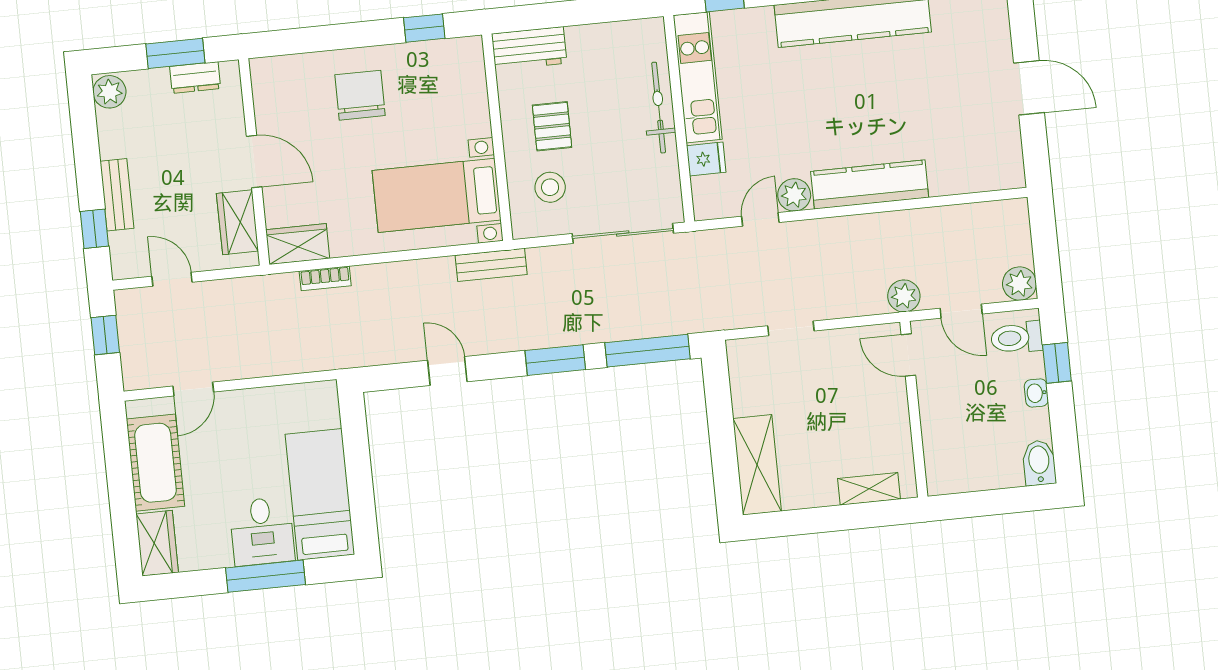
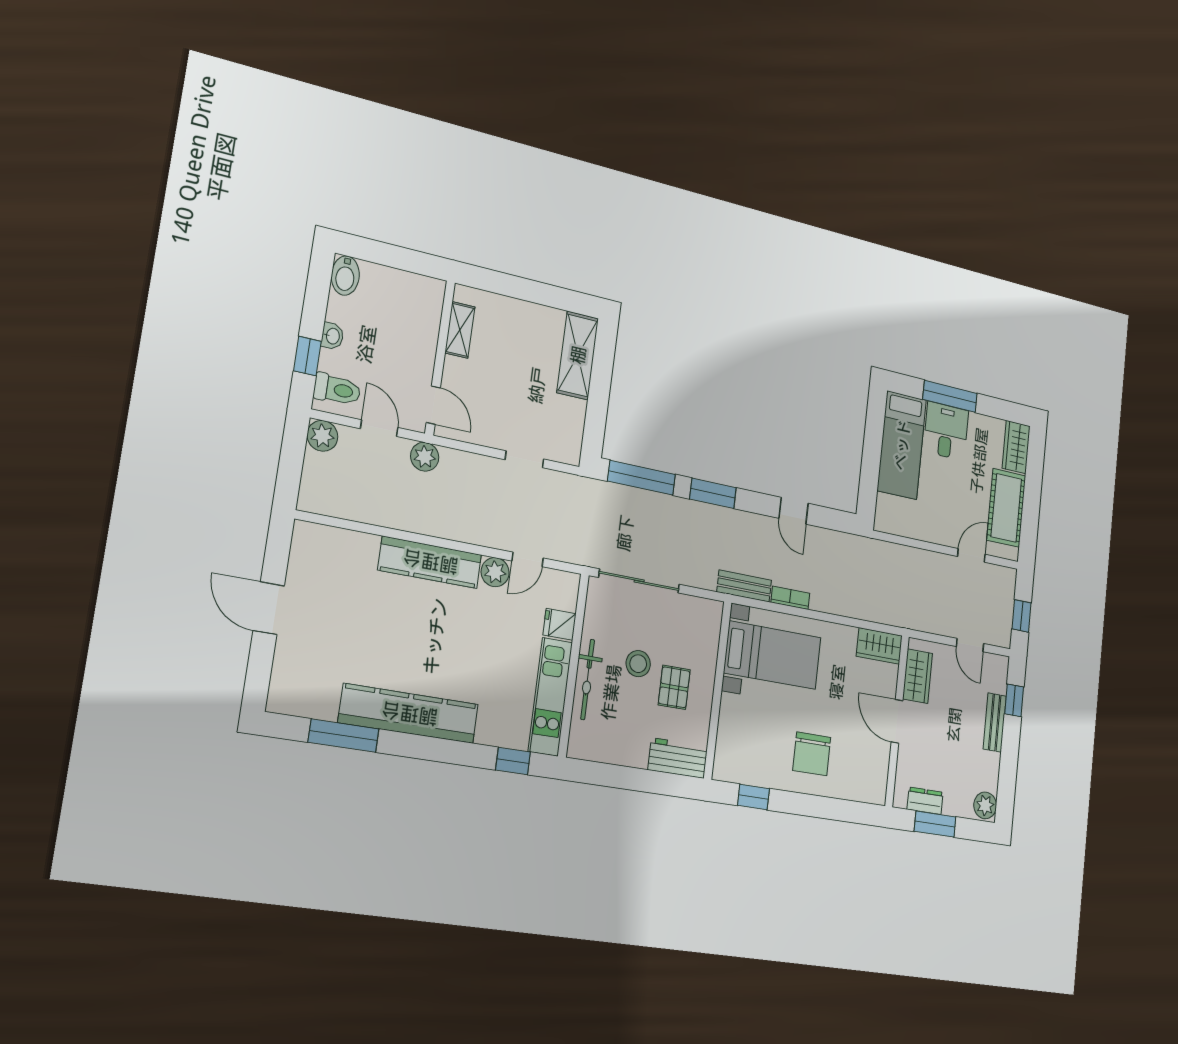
stool: (550, 187) -> (638, 664), moved
bookcase: (325, 278) -> (790, 598), moved
shelving: (869, 489) -> (460, 330), moved, turned 90

